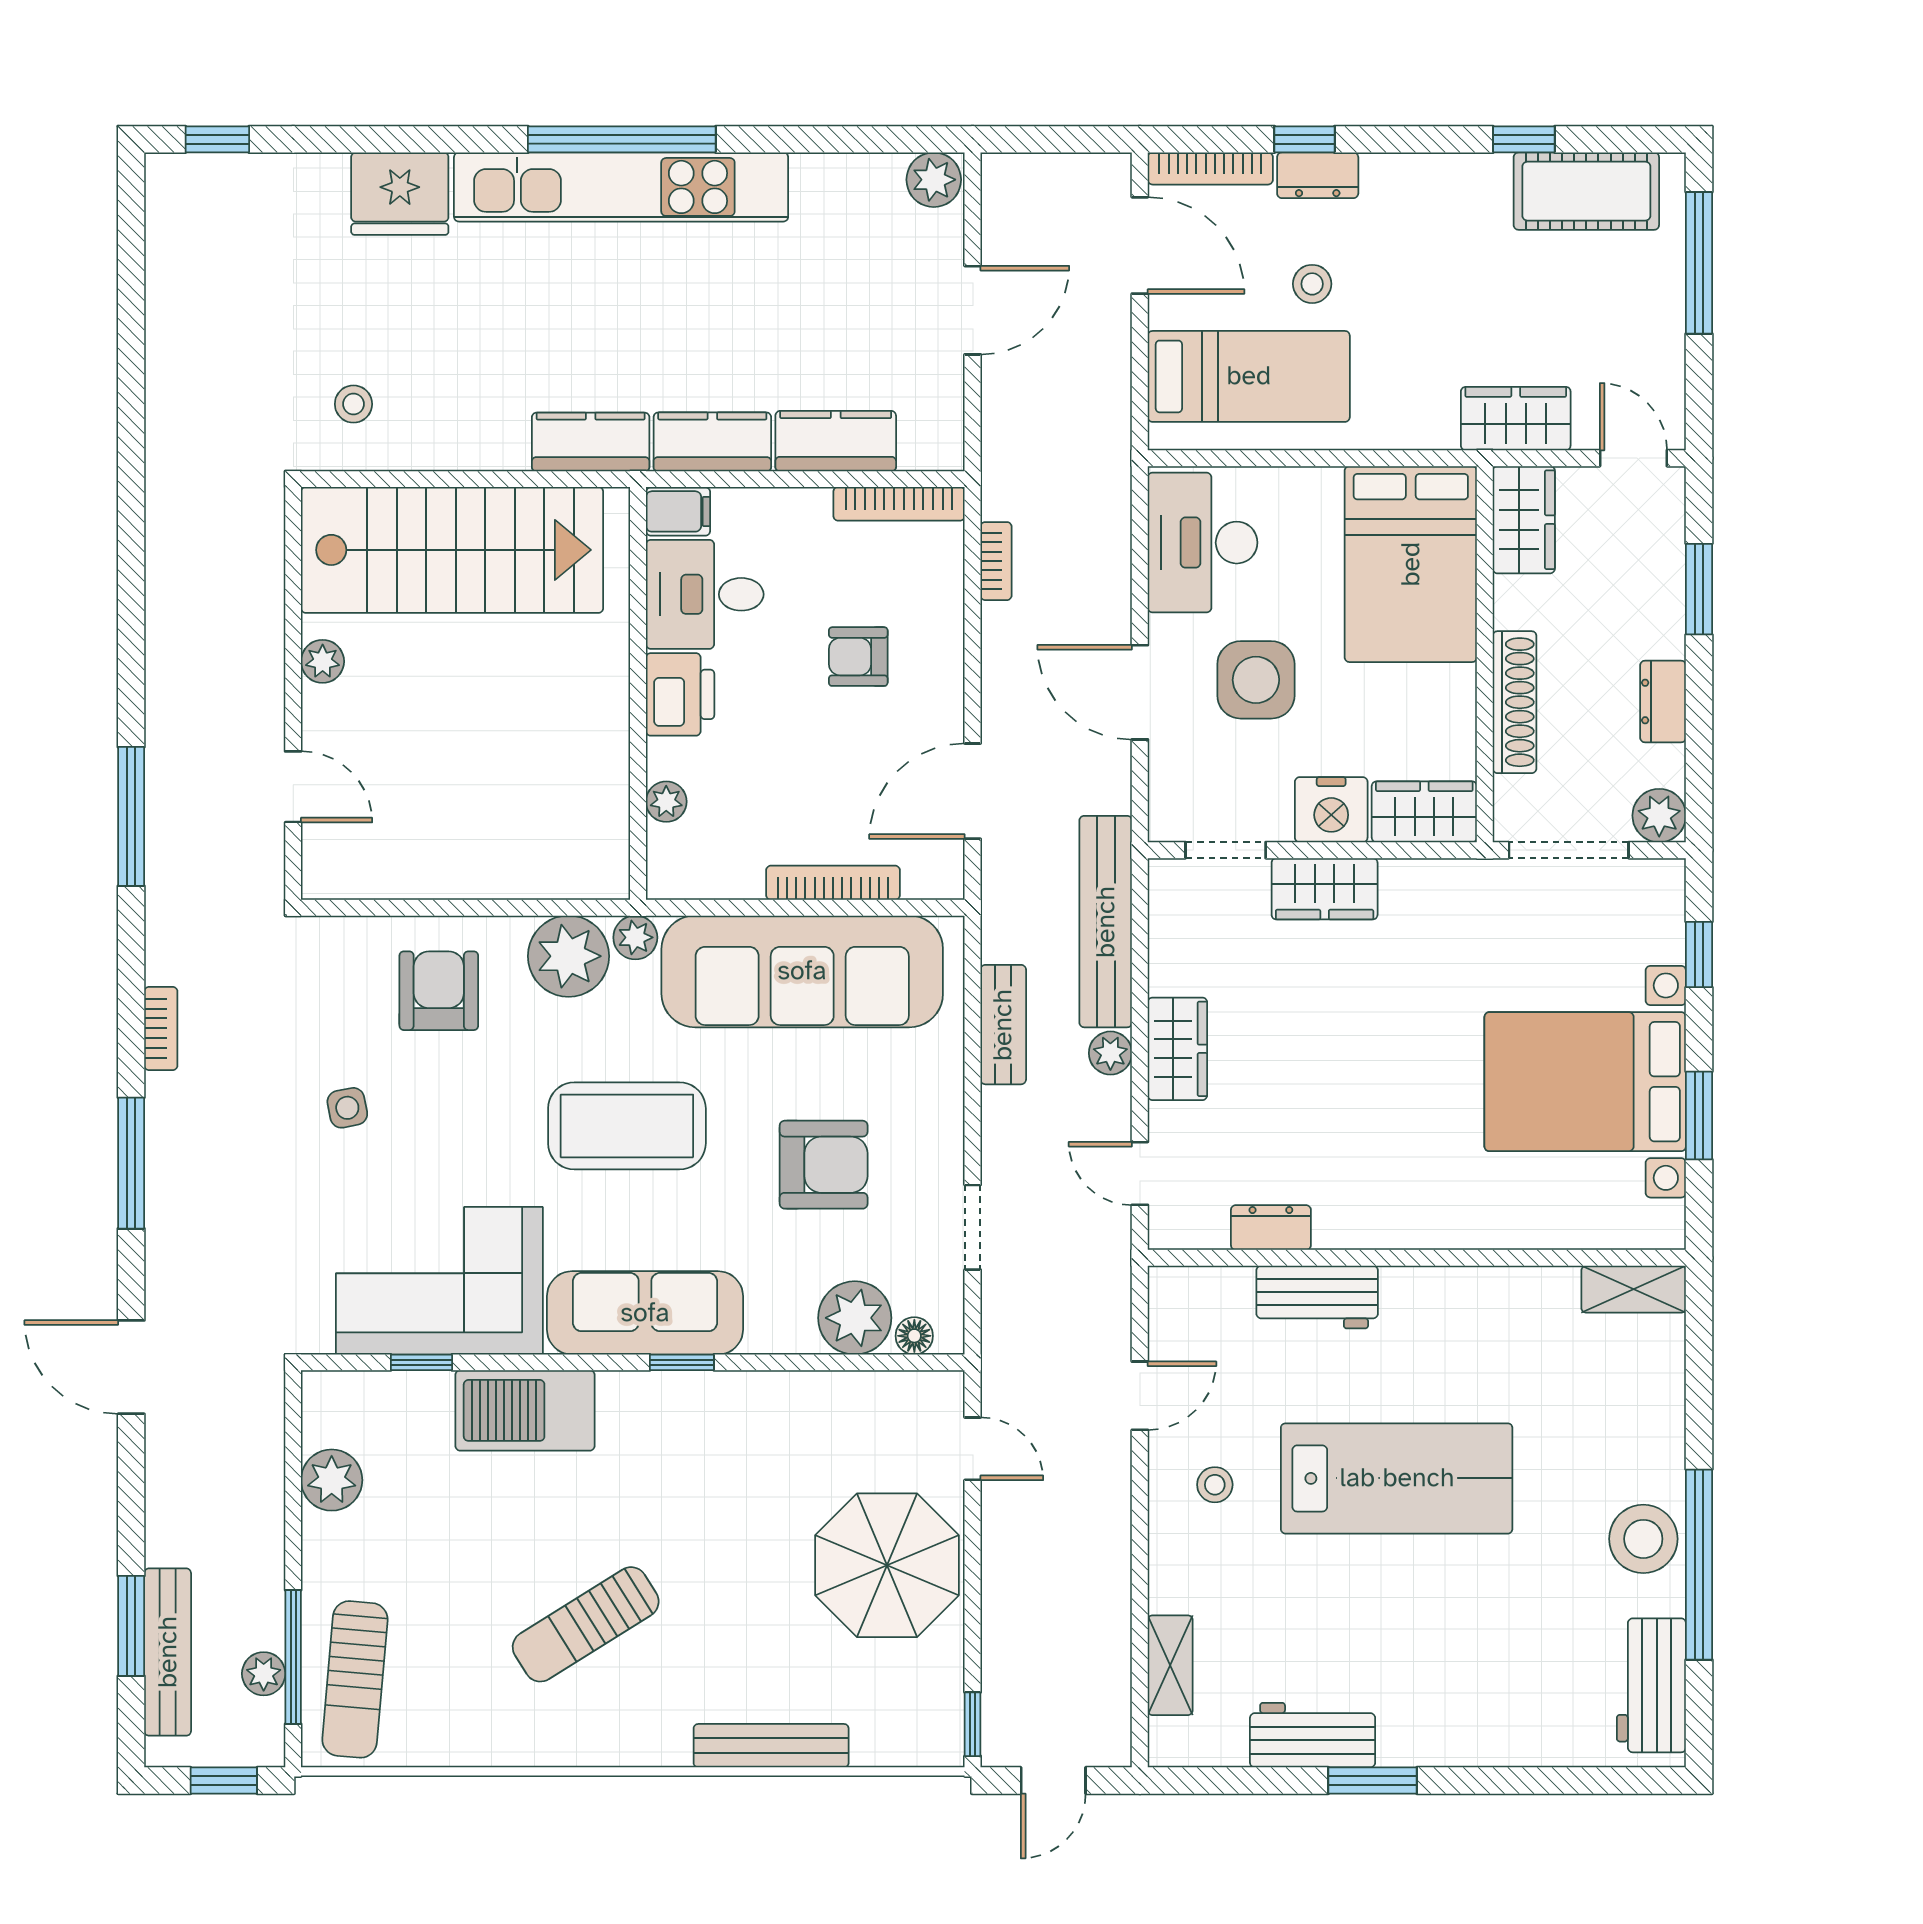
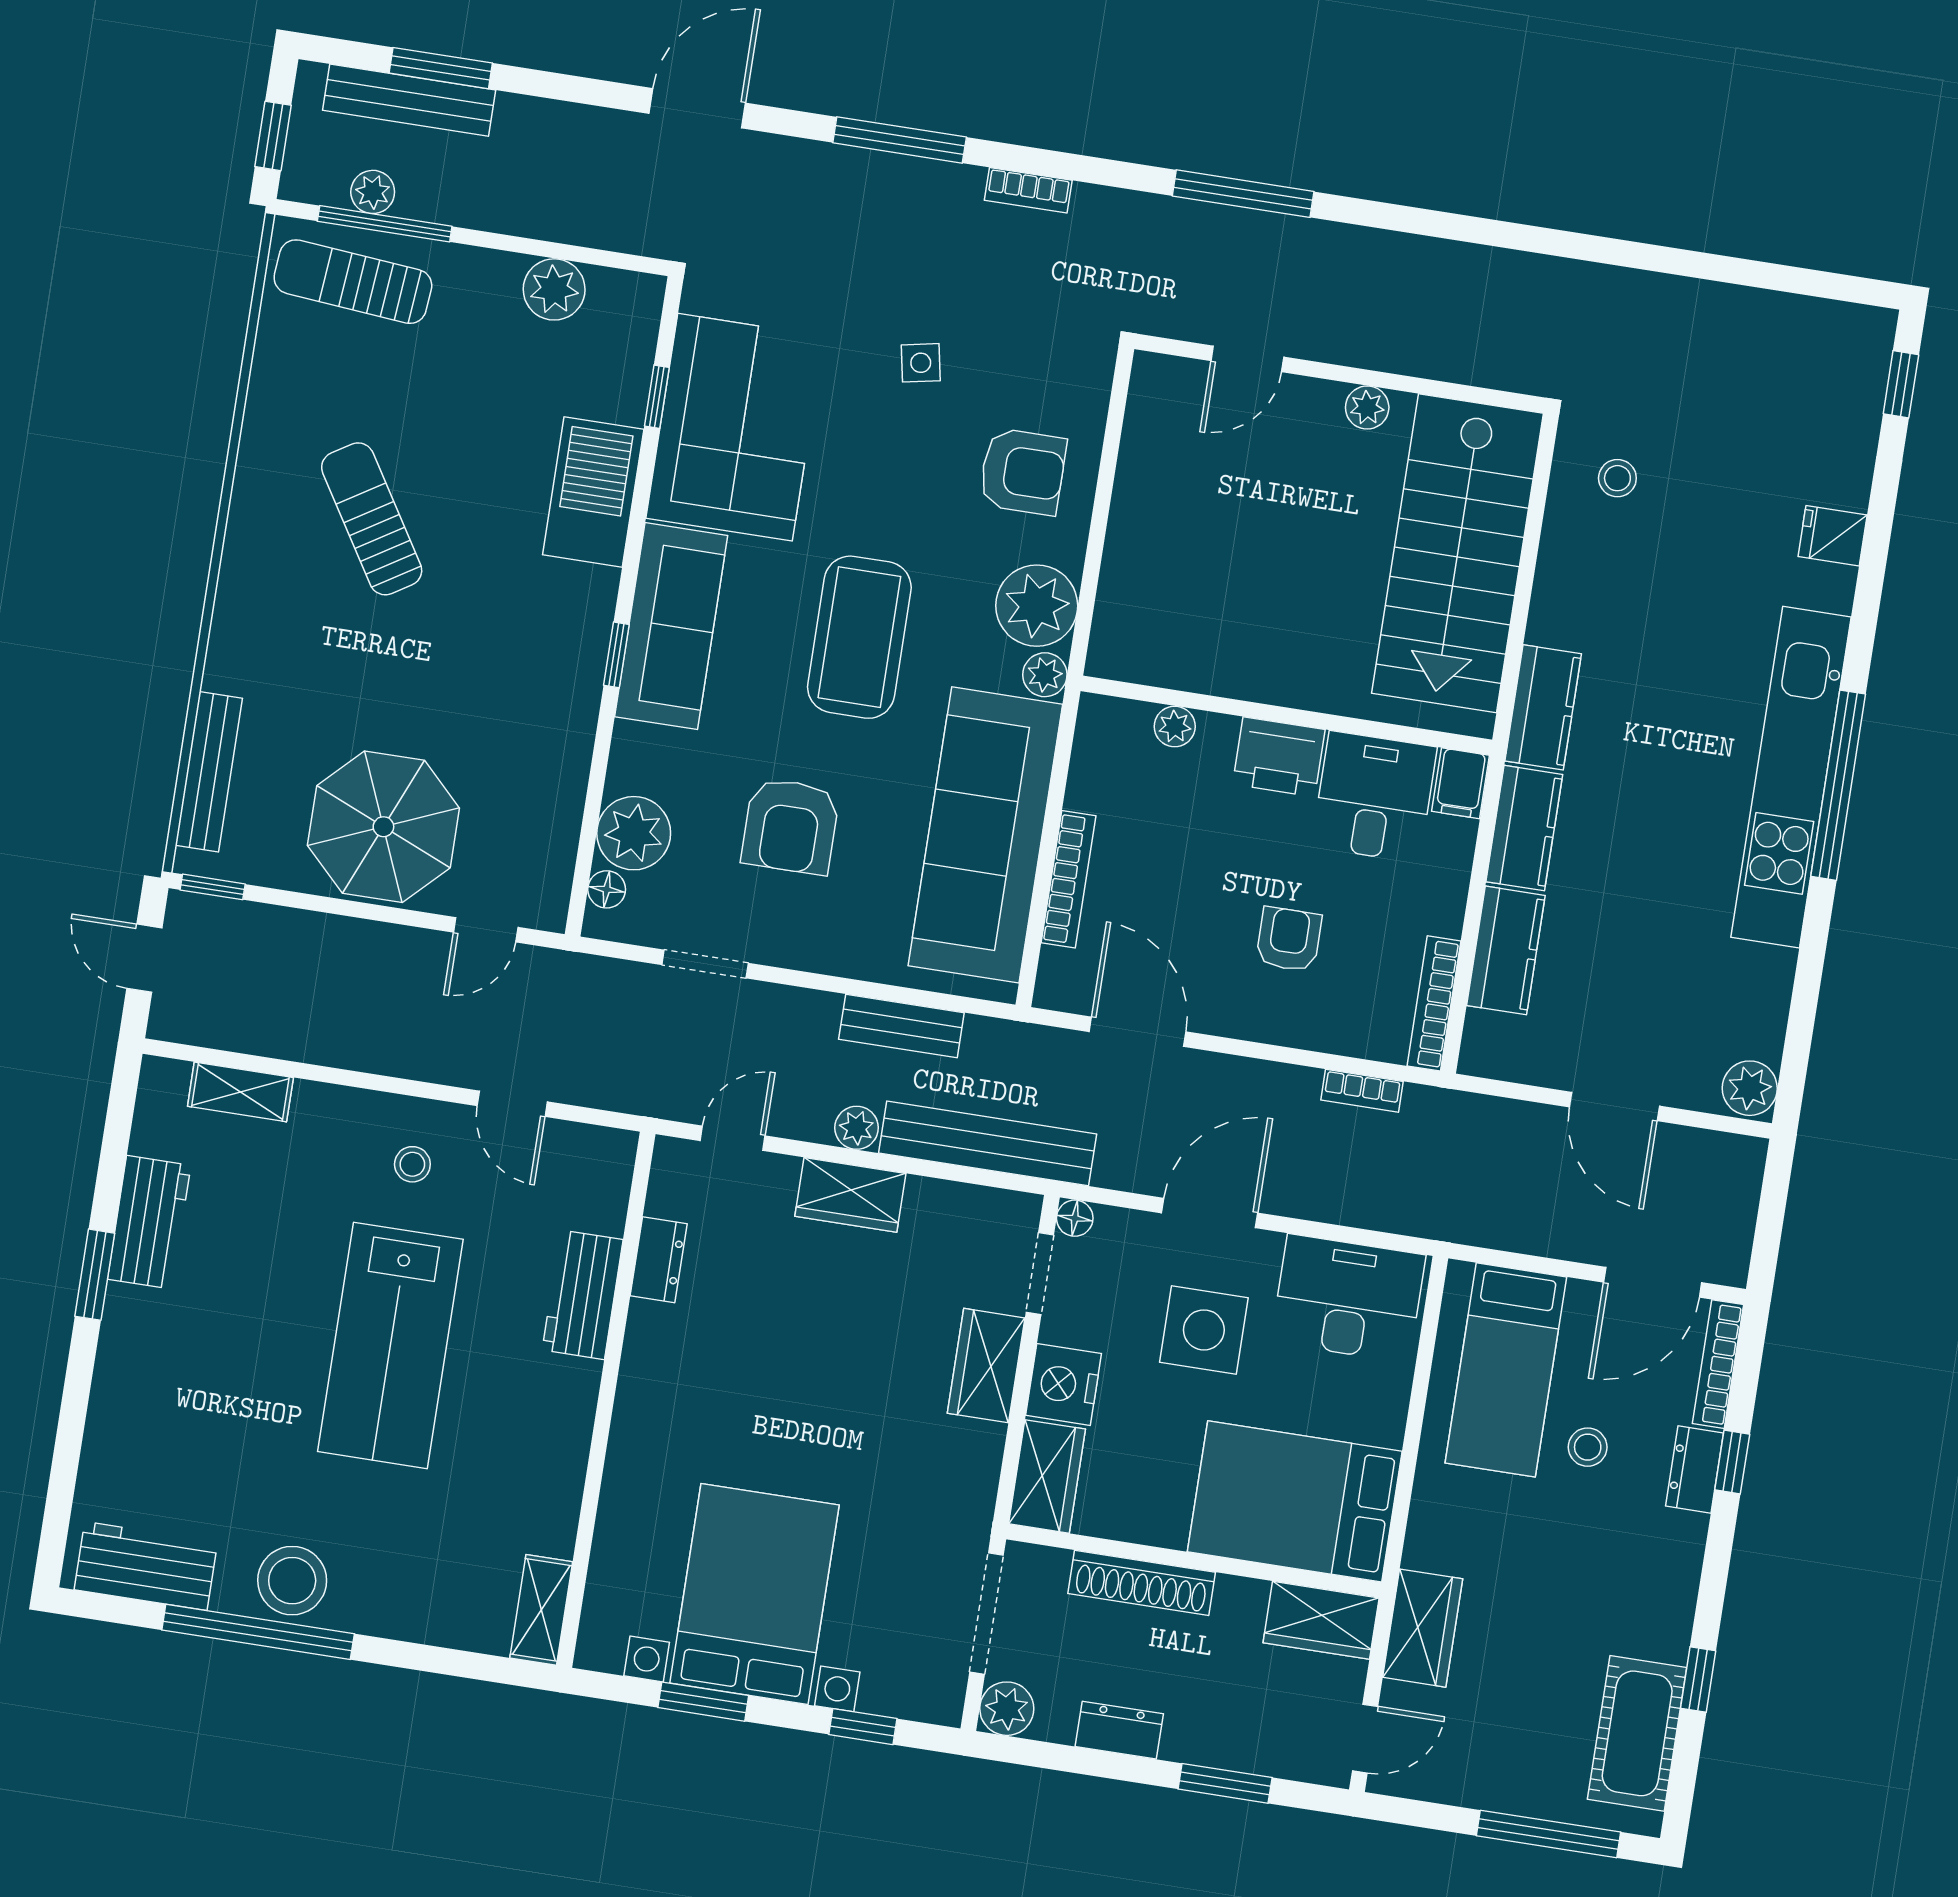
fridge: (400, 194) -> (1833, 536), width x0.53, depth x0.75
floor lamp: (1166, 824) -> (1075, 1218), added
bench: (771, 1746) -> (209, 772), moved

